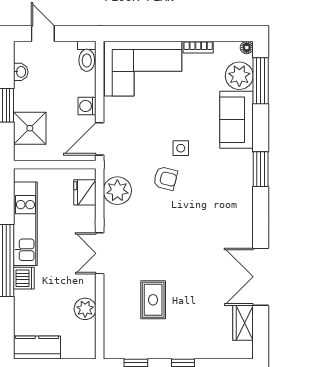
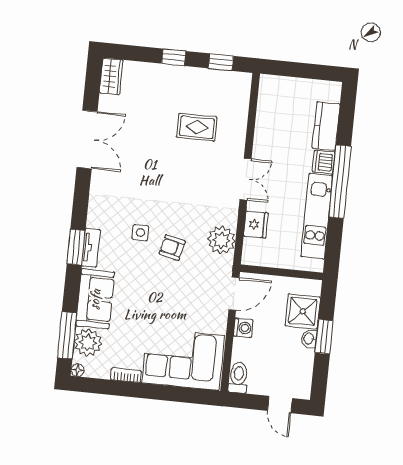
washbasin: (21, 72) -> (309, 339), moved
side table: (181, 148) -> (140, 233), moved
tv unit: (246, 170) -> (91, 248), added
fridge: (85, 192) -> (256, 225), moved
rug: (153, 300) -> (197, 127), turned 90
plant: (85, 309) -> (266, 125), removed
wardrobe: (243, 323) -> (111, 76), moved
kitchen counter: (37, 348) -> (326, 126), moved, turned 90

